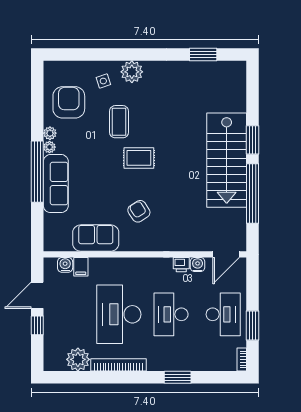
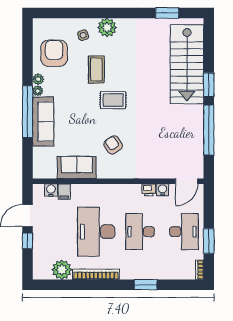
stairs: (227, 160) -> (187, 64), moved

